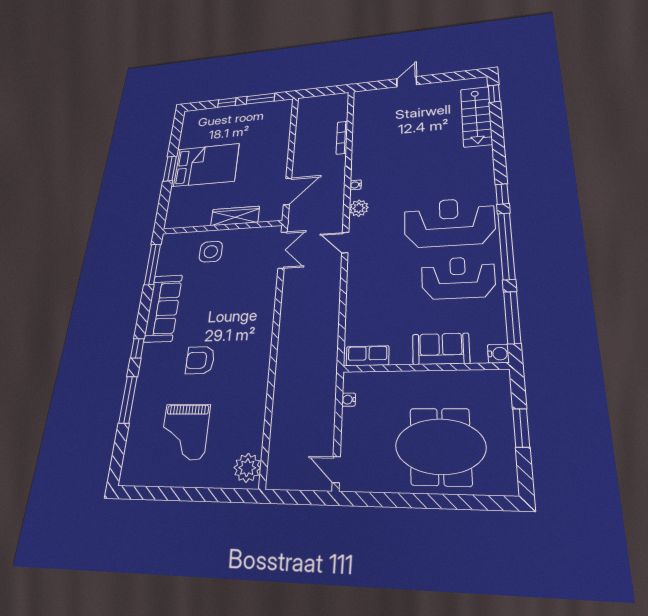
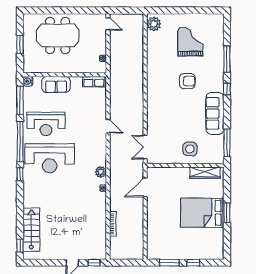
window: (373, 86) -> (94, 263), added
wardrobe: (235, 216) -> (205, 173), moved
door: (345, 243) -> (108, 126), moved

